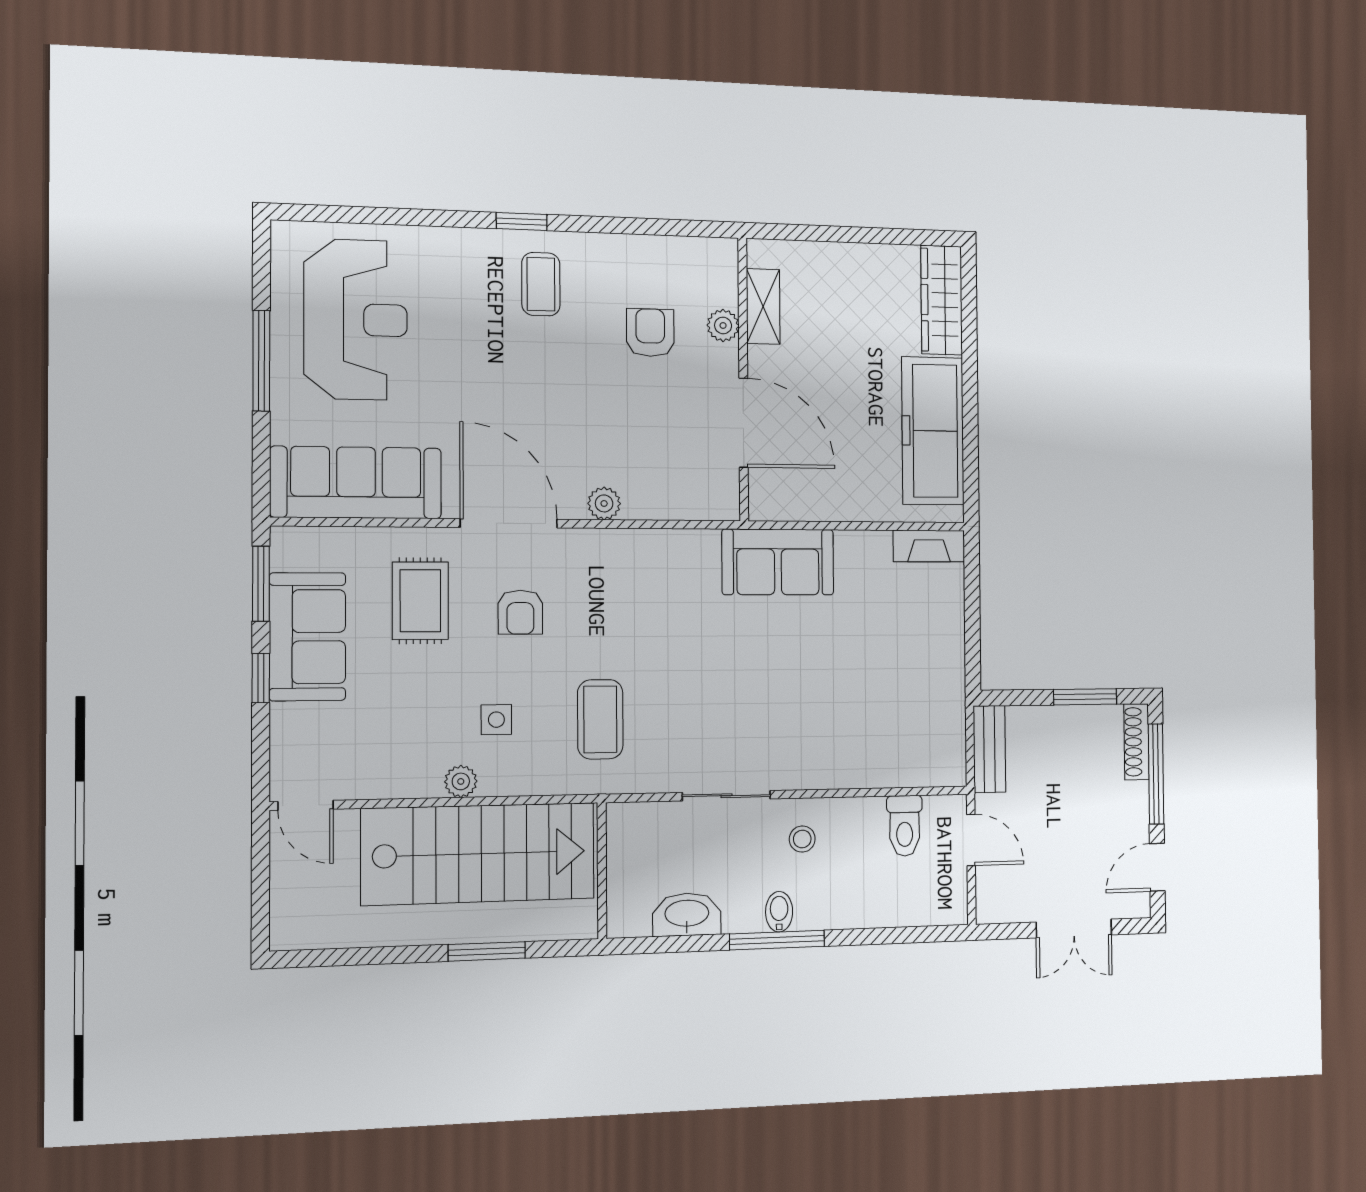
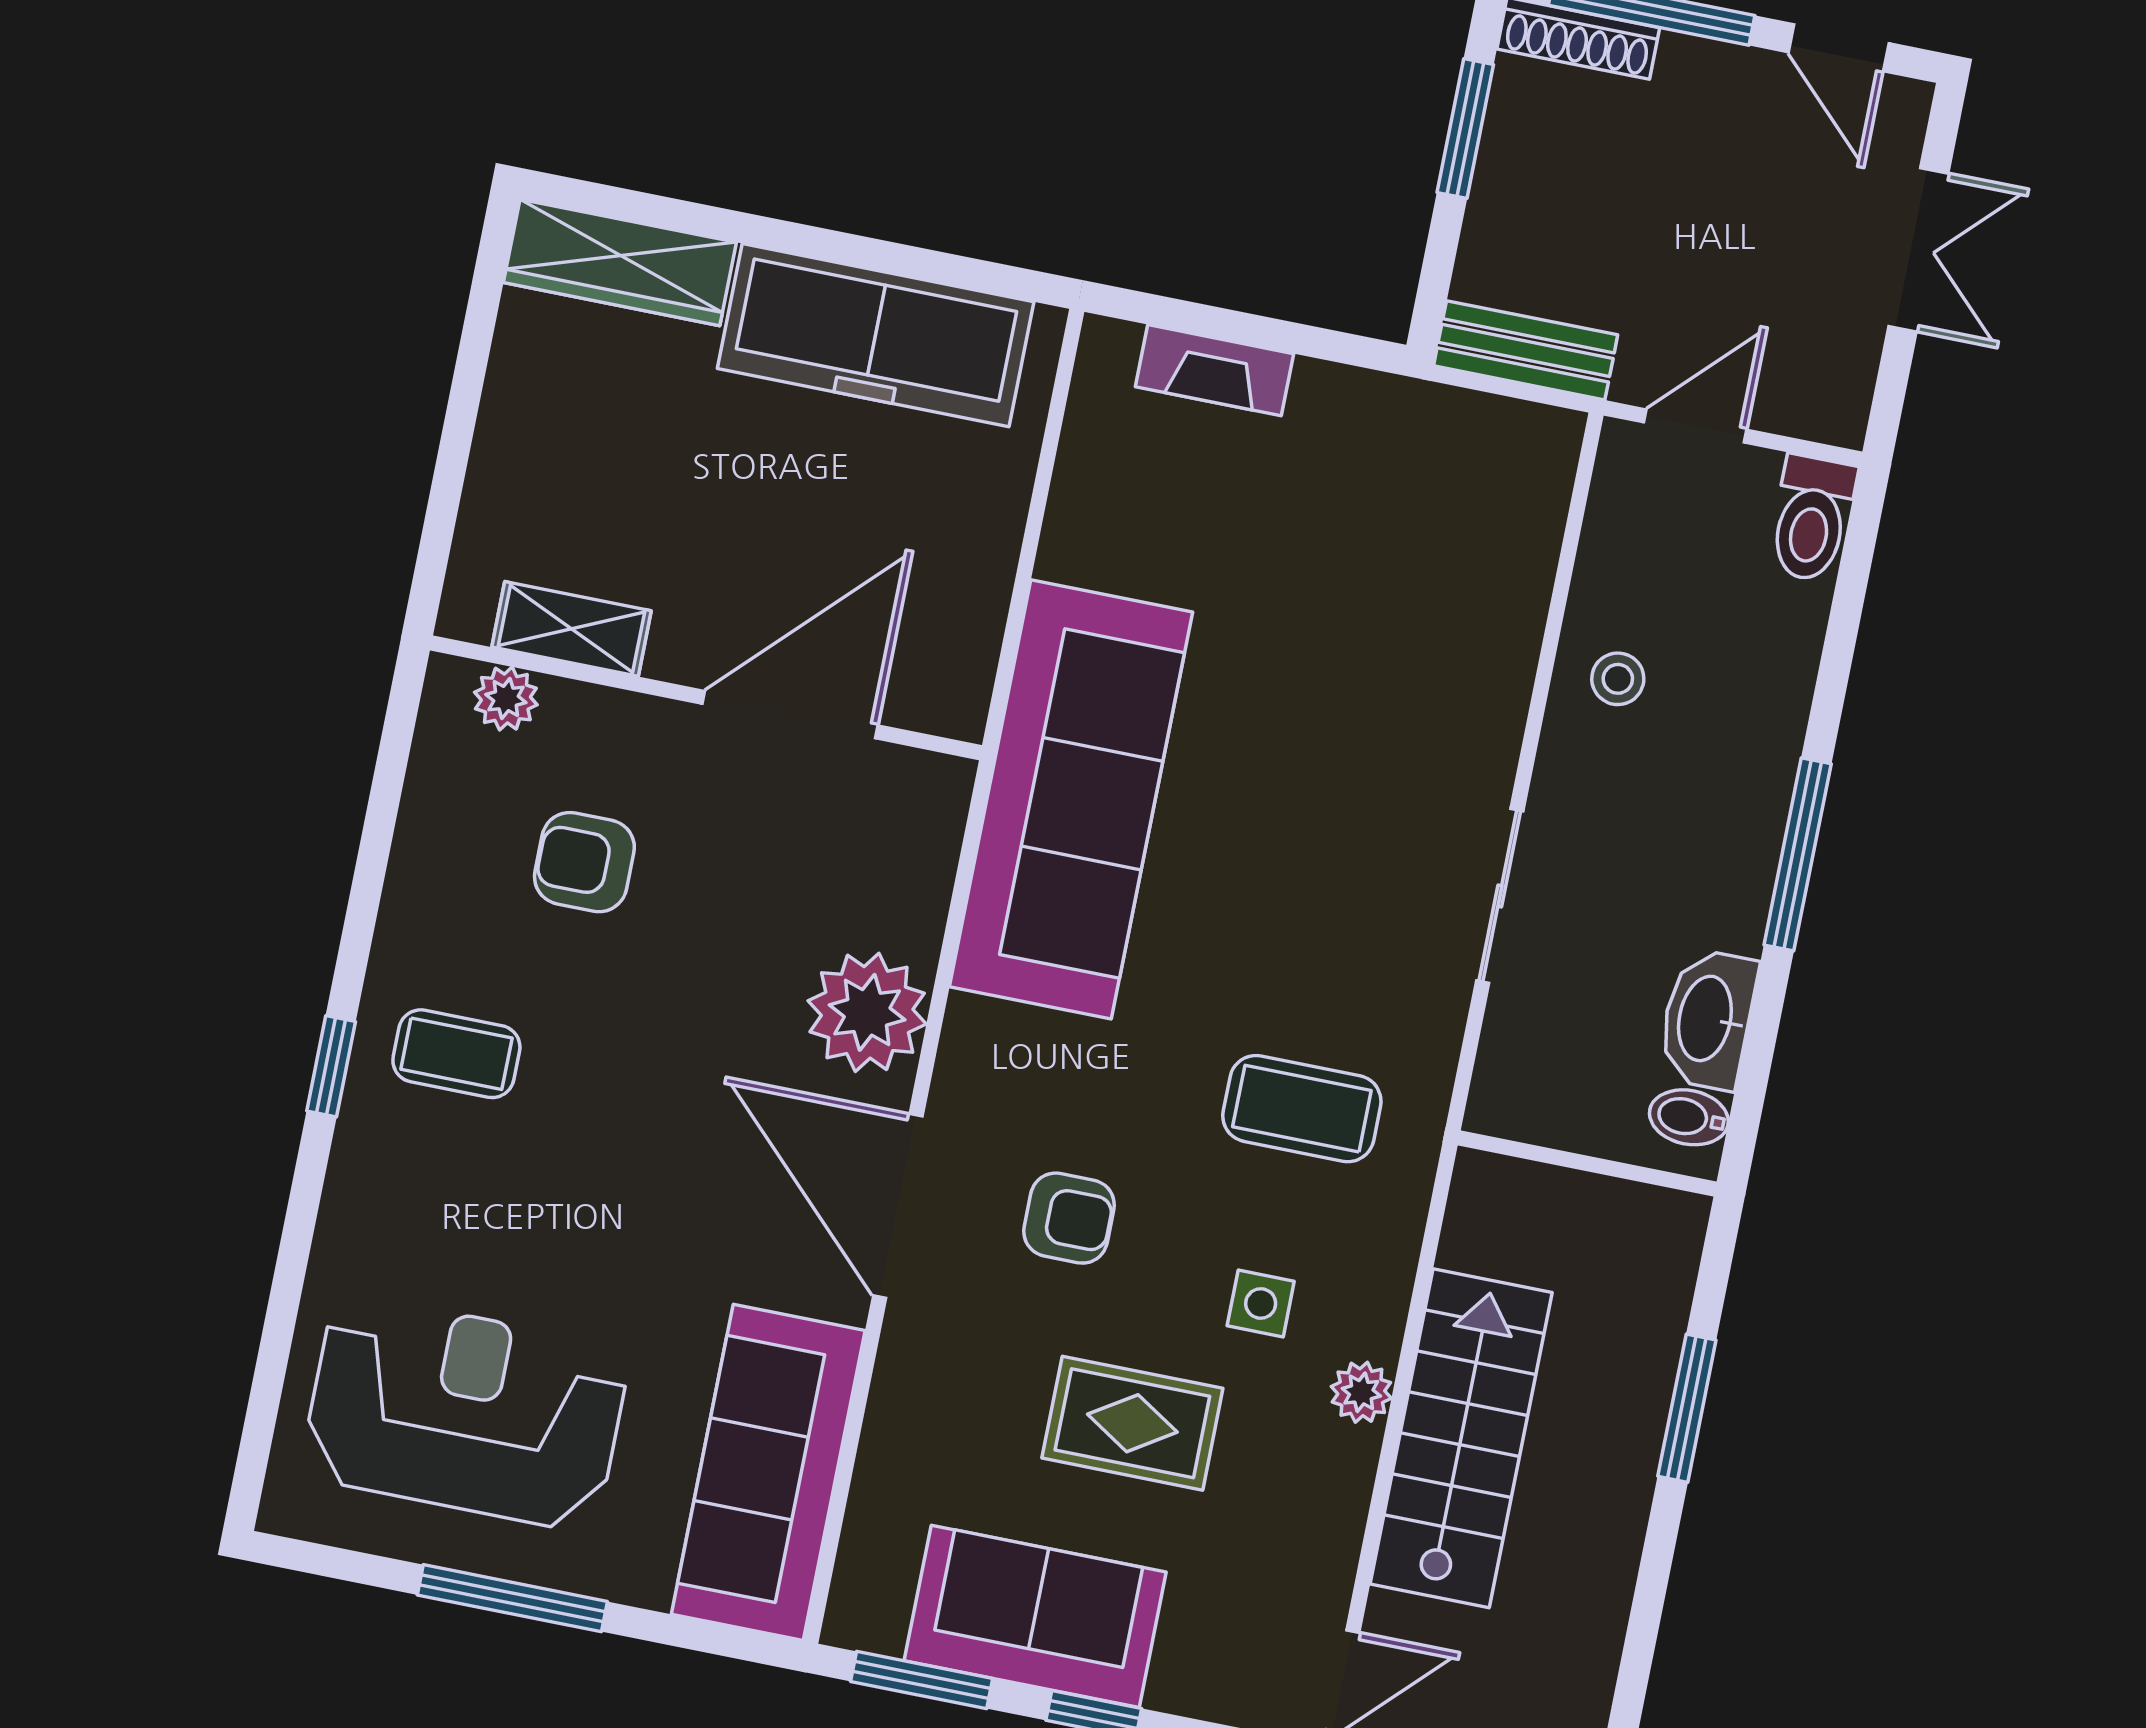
plant: (723, 325) -> (506, 699), moved
plant: (604, 503) -> (867, 1012), width x1.87, depth x1.87
door: (509, 523) -> (898, 1206), hinge flipped
fireplace: (929, 546) -> (1215, 370), moved, turned 90
sofa: (778, 562) -> (1071, 799), width x1.85, depth x1.27
rug: (420, 601) -> (1132, 1423), moved
toilet: (905, 826) -> (1812, 518), moved, turned 90
stool: (802, 839) -> (1618, 679), moved
stairs: (478, 854) -> (1461, 1438), width x0.73, depth x0.66
bidet: (779, 912) -> (1689, 1117), moved

